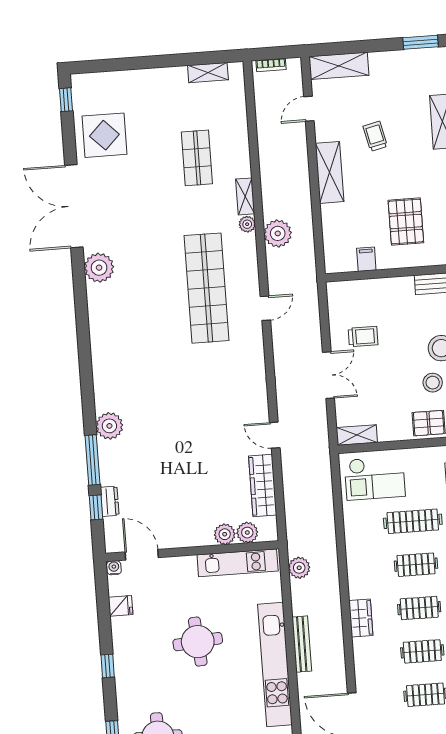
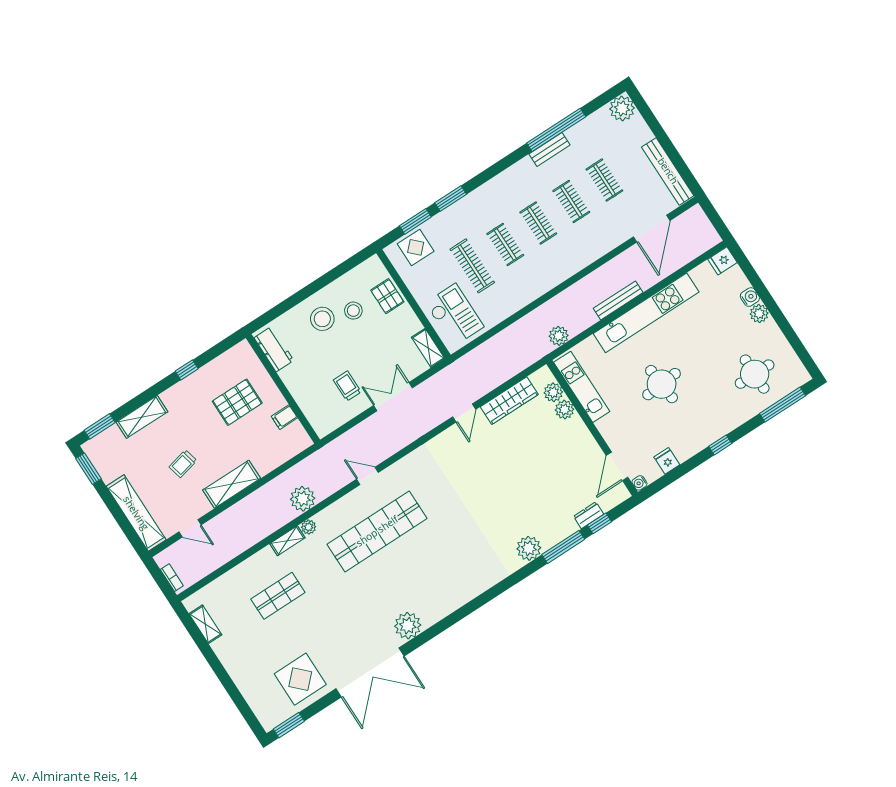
shelving: (339, 66) -> (136, 513), width x1.47
window: (66, 100) -> (289, 725), width x1.50
wardrobe: (361, 618) -> (572, 265), removed

